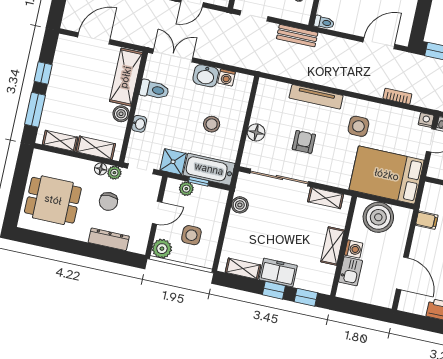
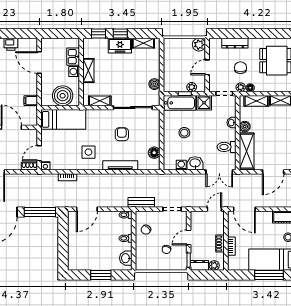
floor lamp: (256, 132) -> (154, 153), moved
armchair: (304, 142) -> (122, 134), turned 180
bed: (387, 175) -> (63, 119), width x0.67
side table: (191, 235) -> (182, 58), removed

